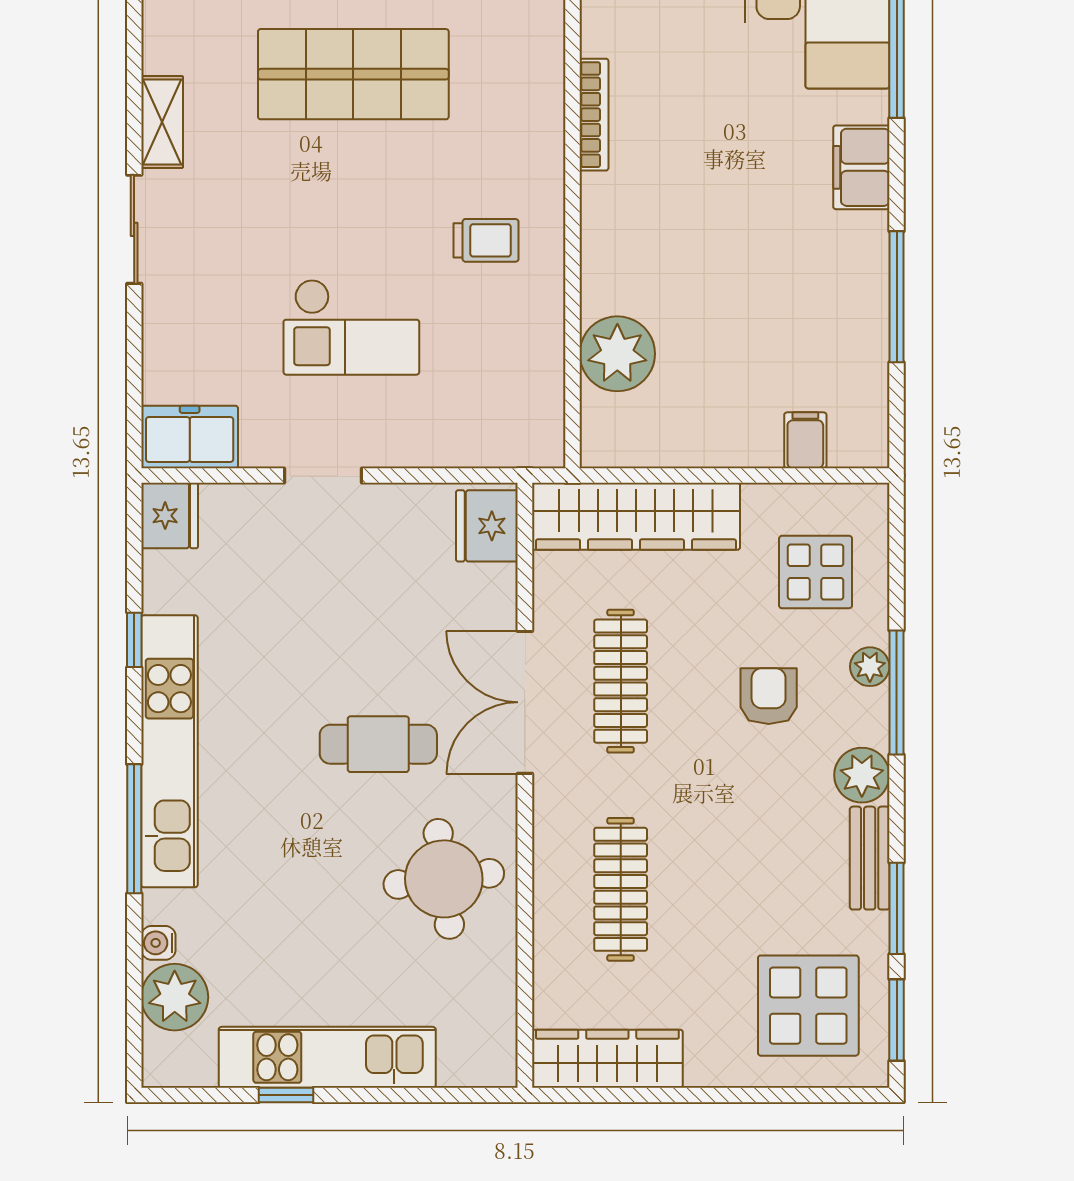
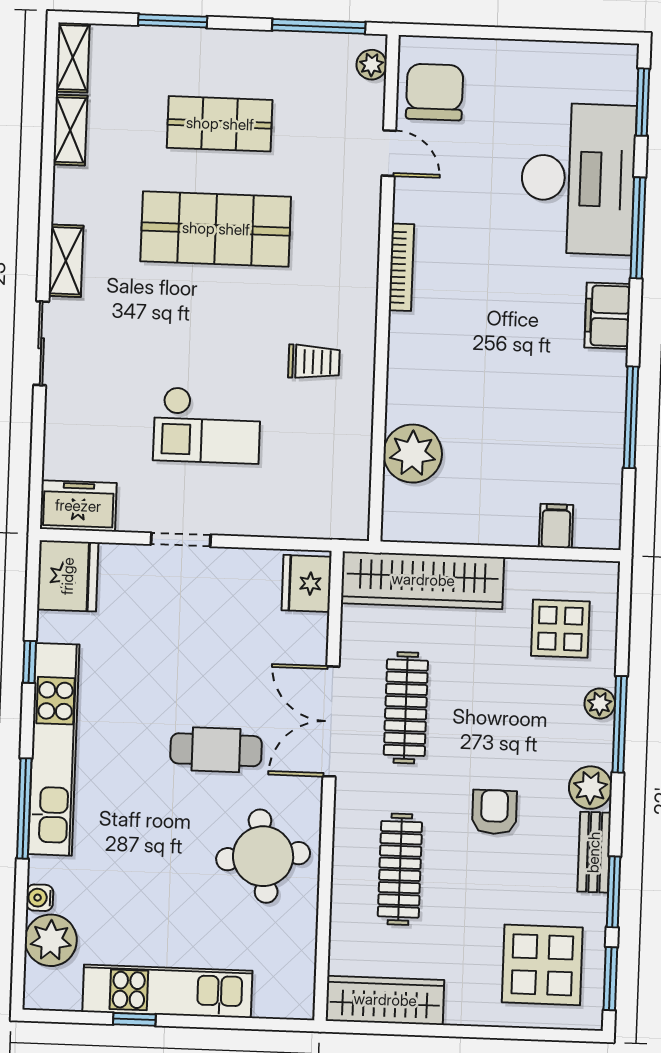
fridge: (170, 516) -> (68, 576), width x1.36, depth x1.34
armchair: (769, 696) -> (494, 812), moved

